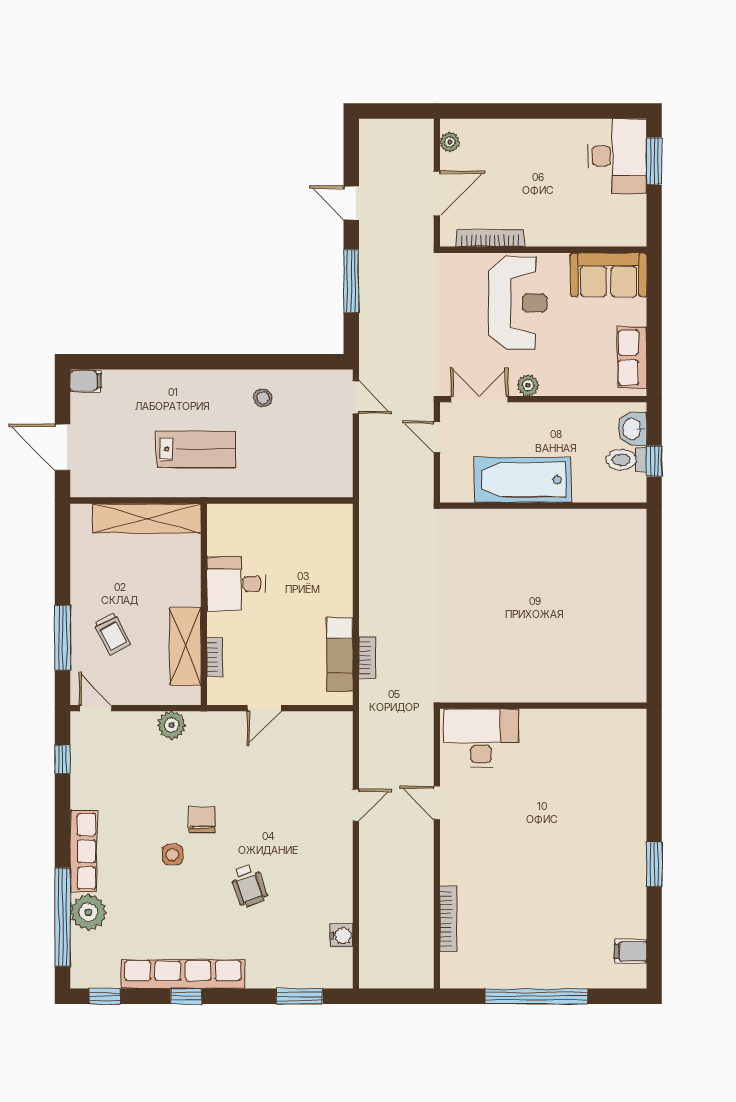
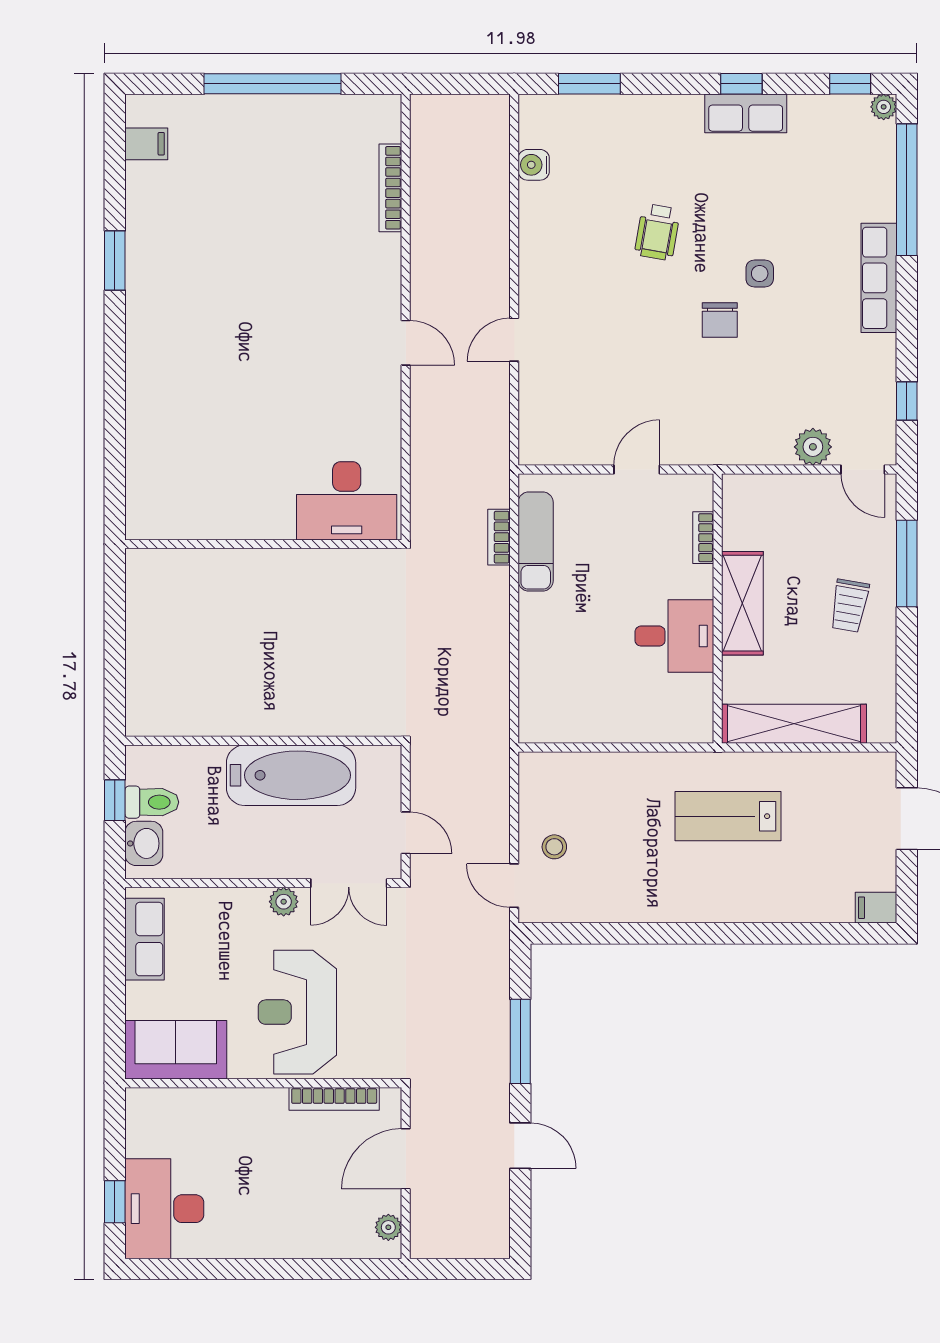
window: (654, 161) -> (115, 1202), width x0.67
stool: (263, 398) -> (554, 847), moved
trolley: (112, 634) -> (849, 606), moved, turned -143
shelving: (185, 646) -> (742, 603), moved
wall: (543, 706) -> (263, 544), moved
plant: (172, 725) -> (813, 447), moved
desk: (481, 738) -> (347, 501), moved
wheelchair: (249, 886) -> (657, 232), turned -151
plant: (88, 912) -> (884, 107), moved, width x0.53, depth x0.53
row of seats: (183, 974) -> (746, 113), width x0.50

